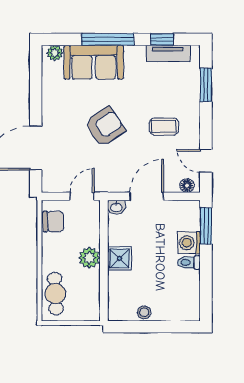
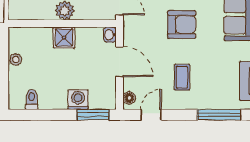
window: (206, 85) -> (219, 115), width x1.44
armchair: (105, 127) -> (182, 25), turned -56
toilet: (189, 262) -> (32, 99), moved

